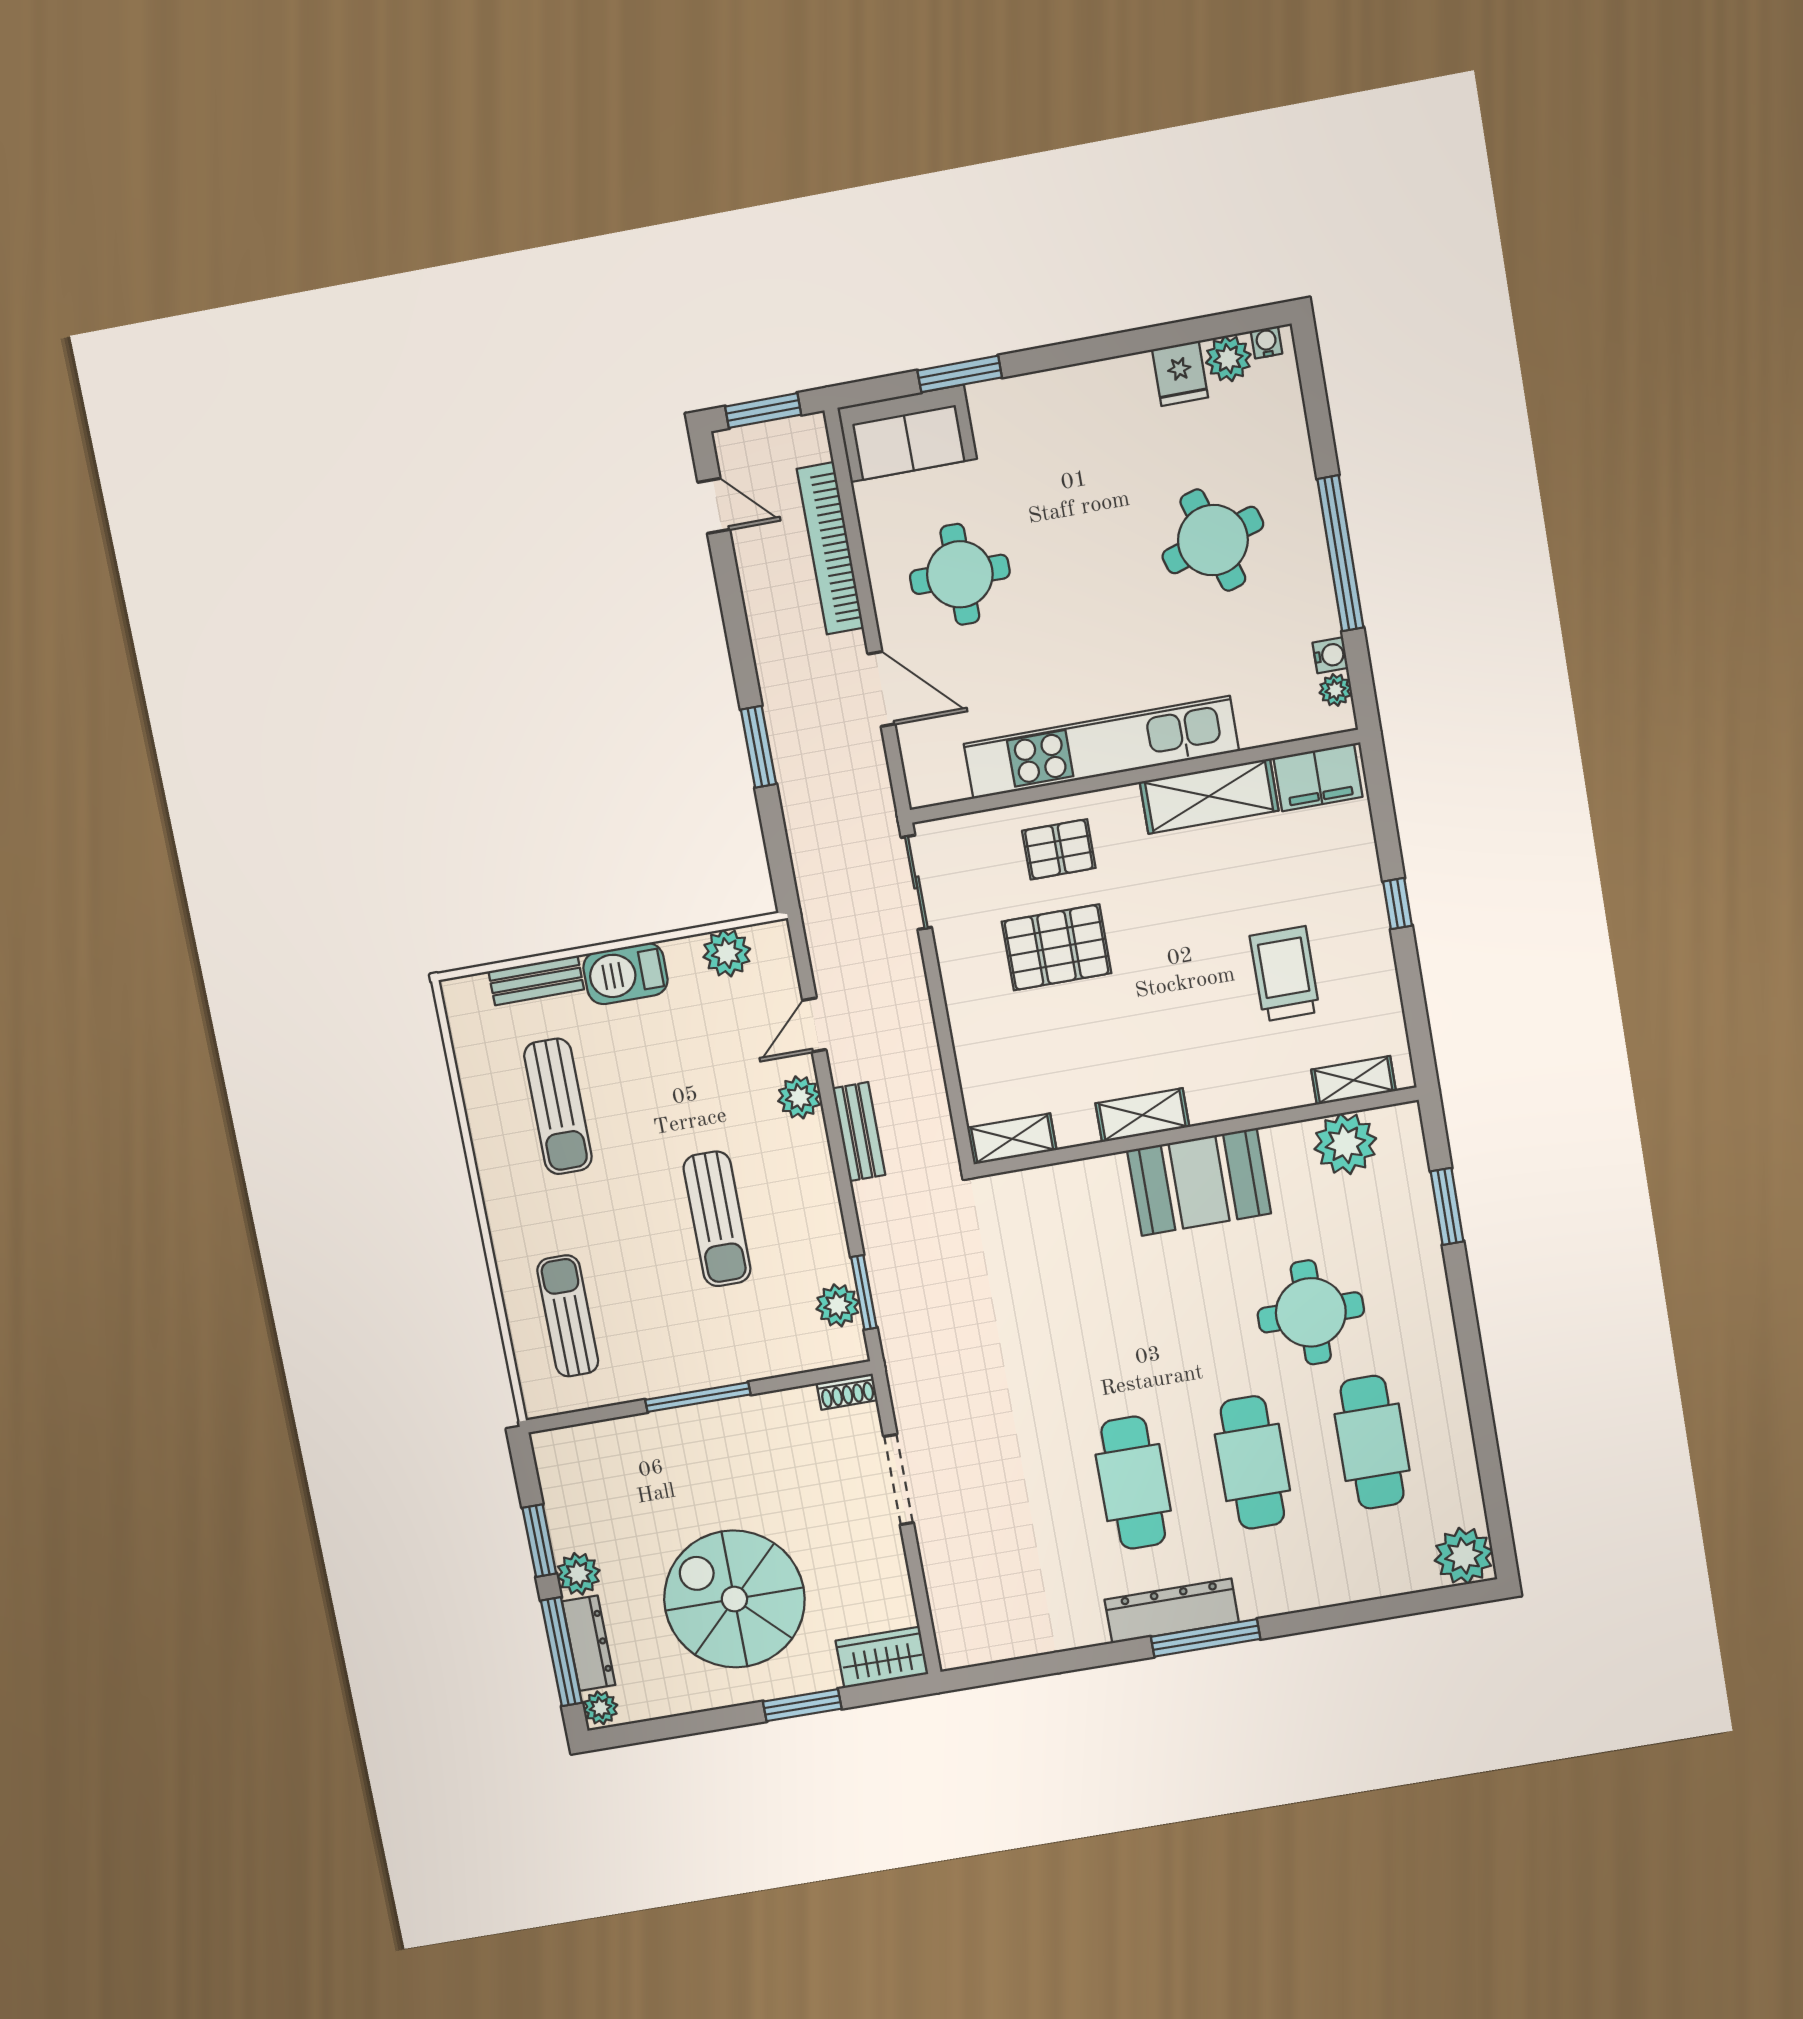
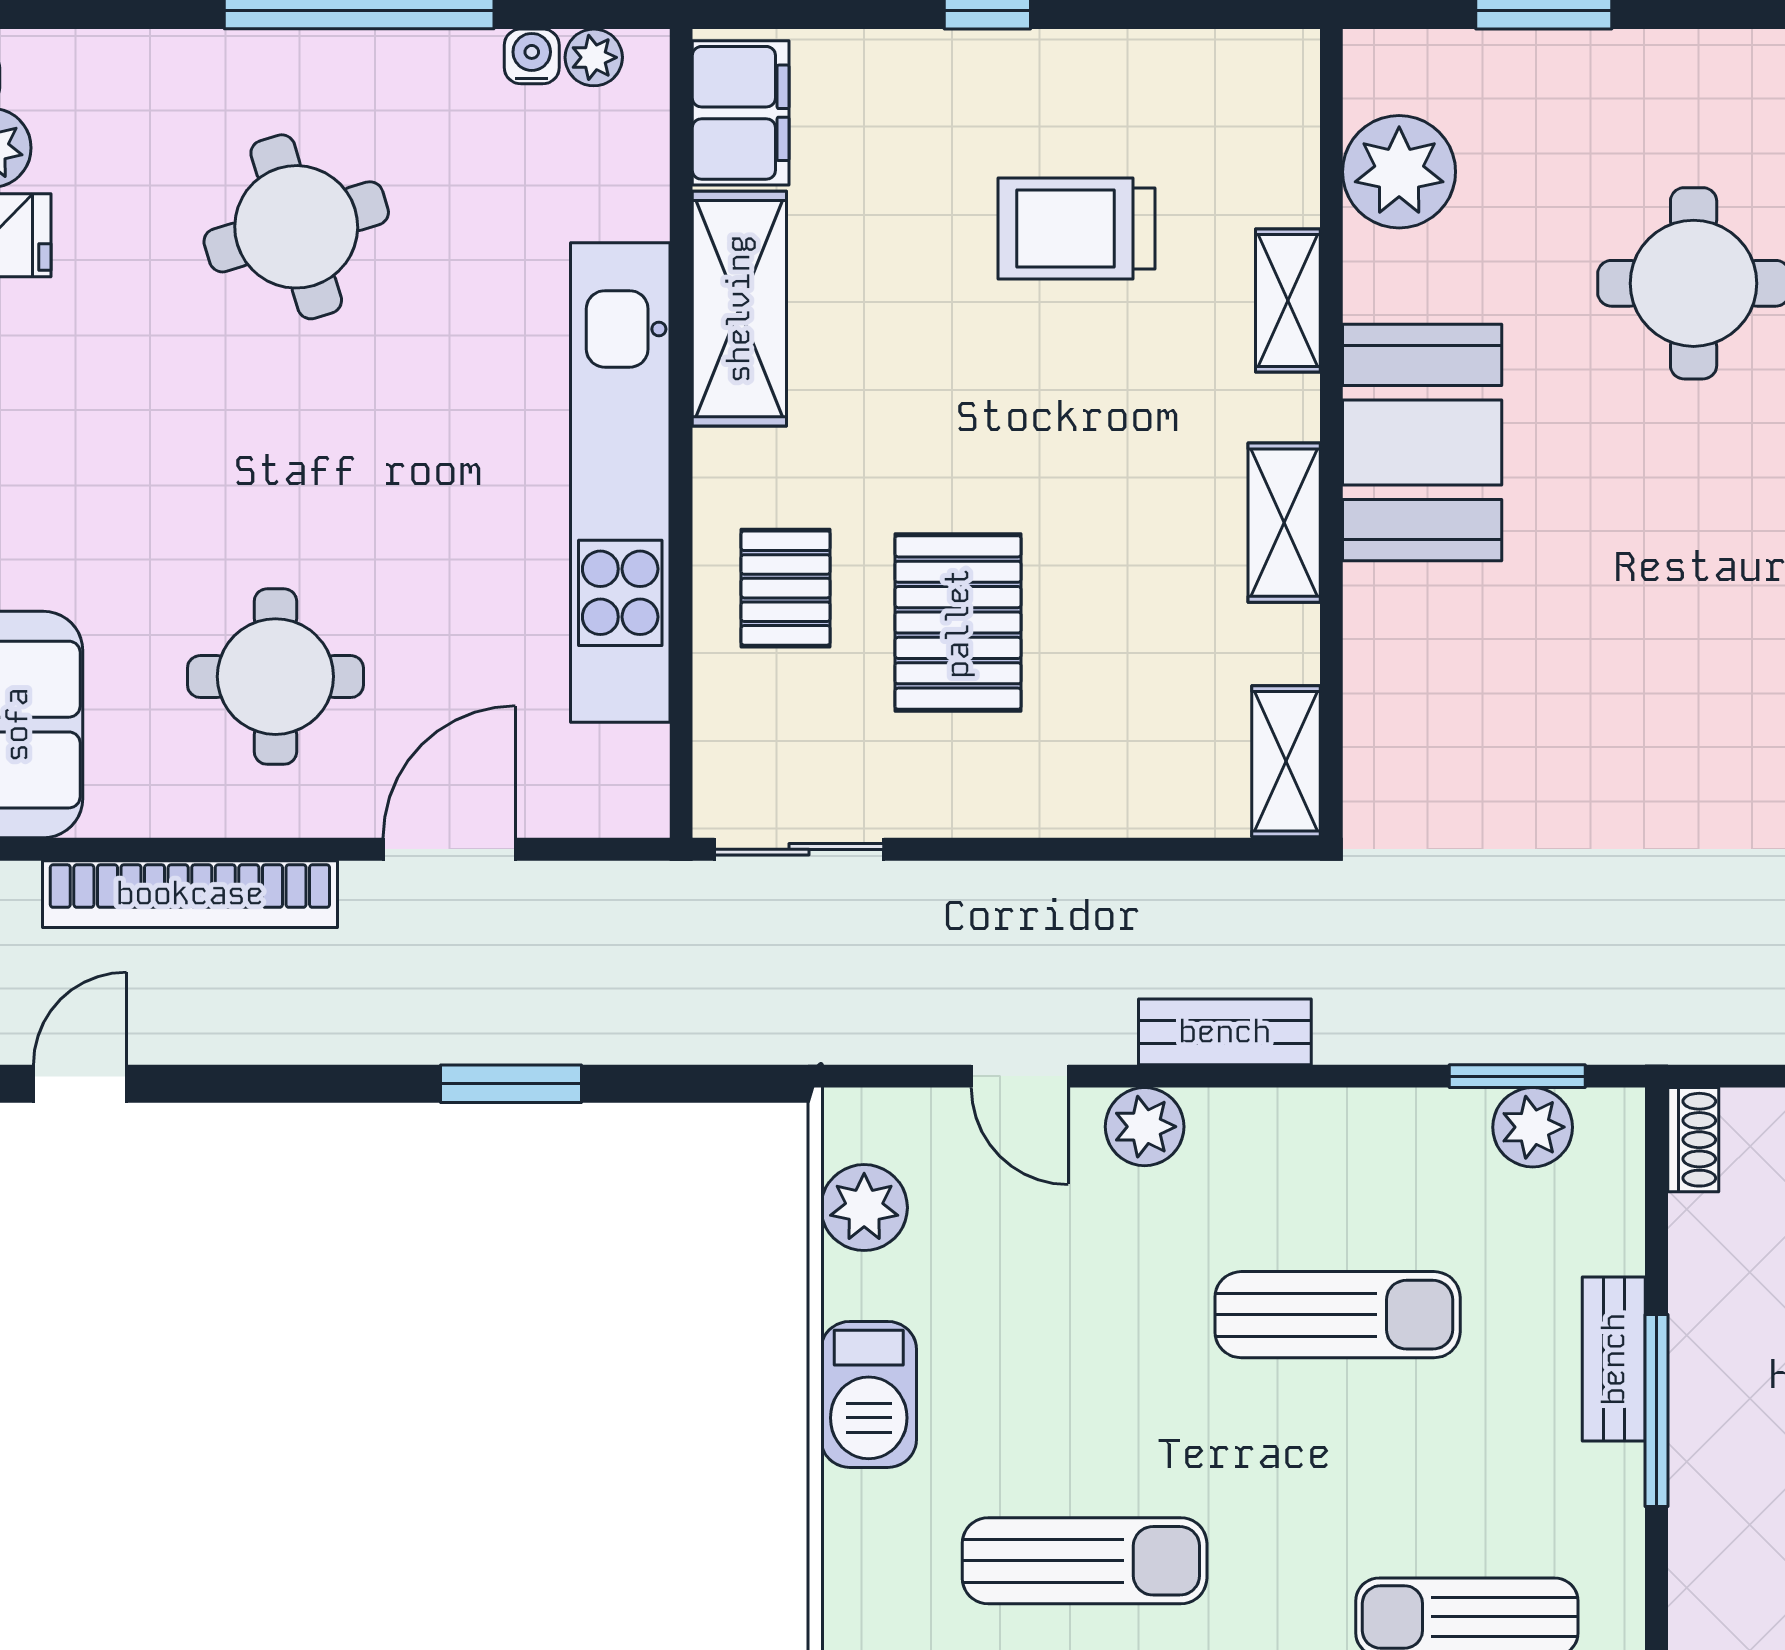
bench: (536, 980) -> (1614, 1359), moved
shelving: (1353, 1080) -> (1288, 300), moved

